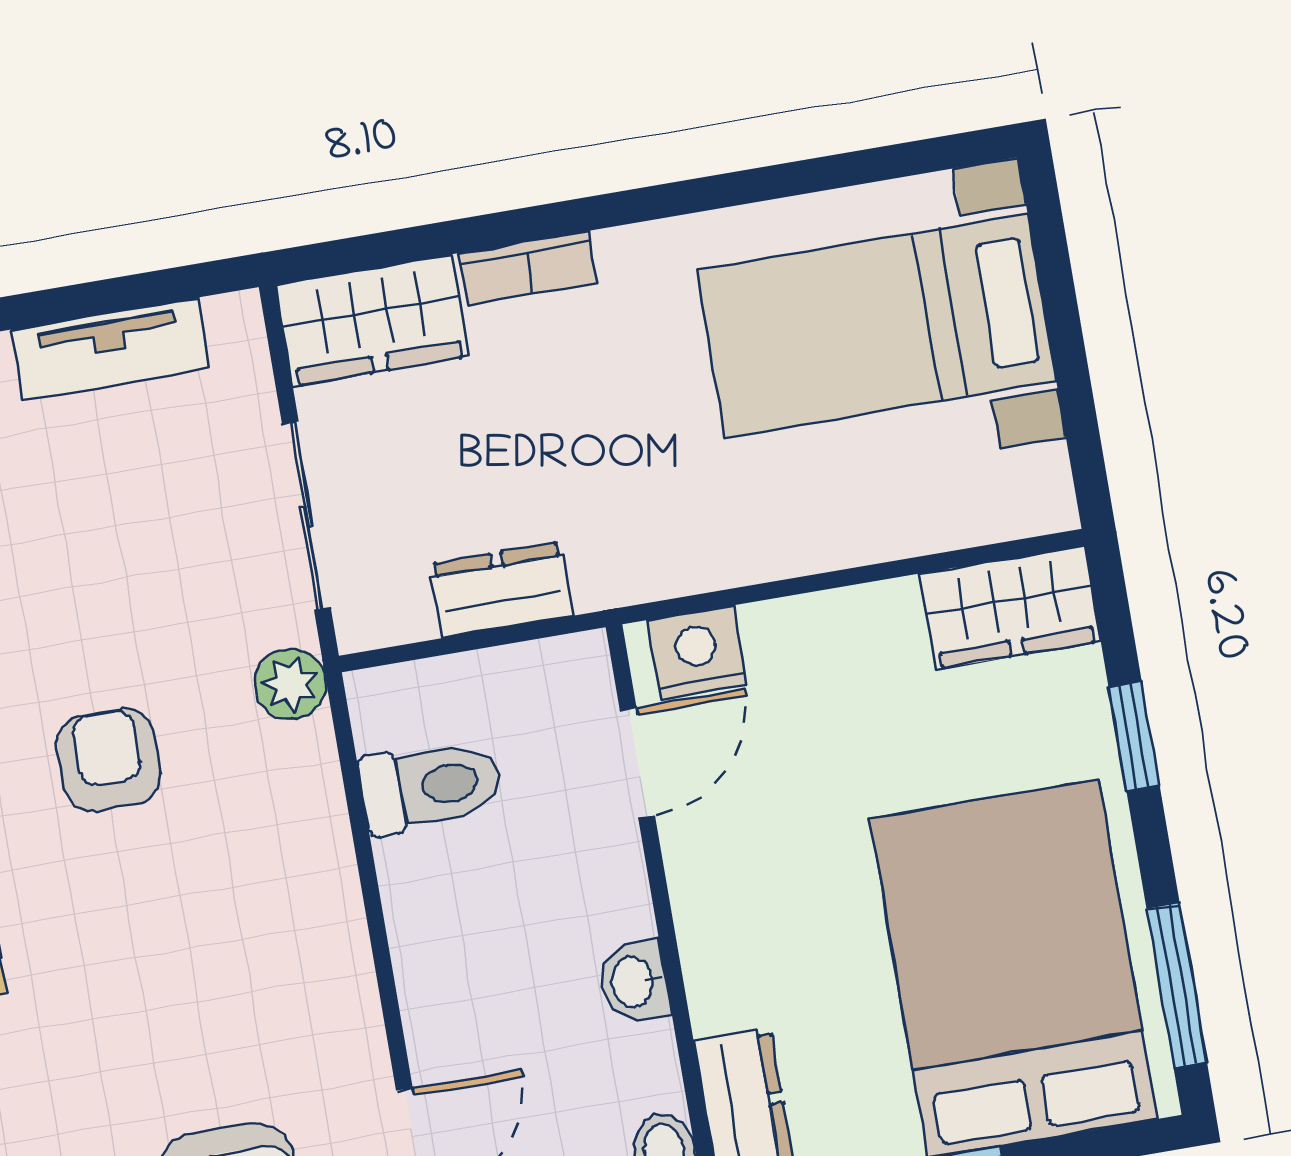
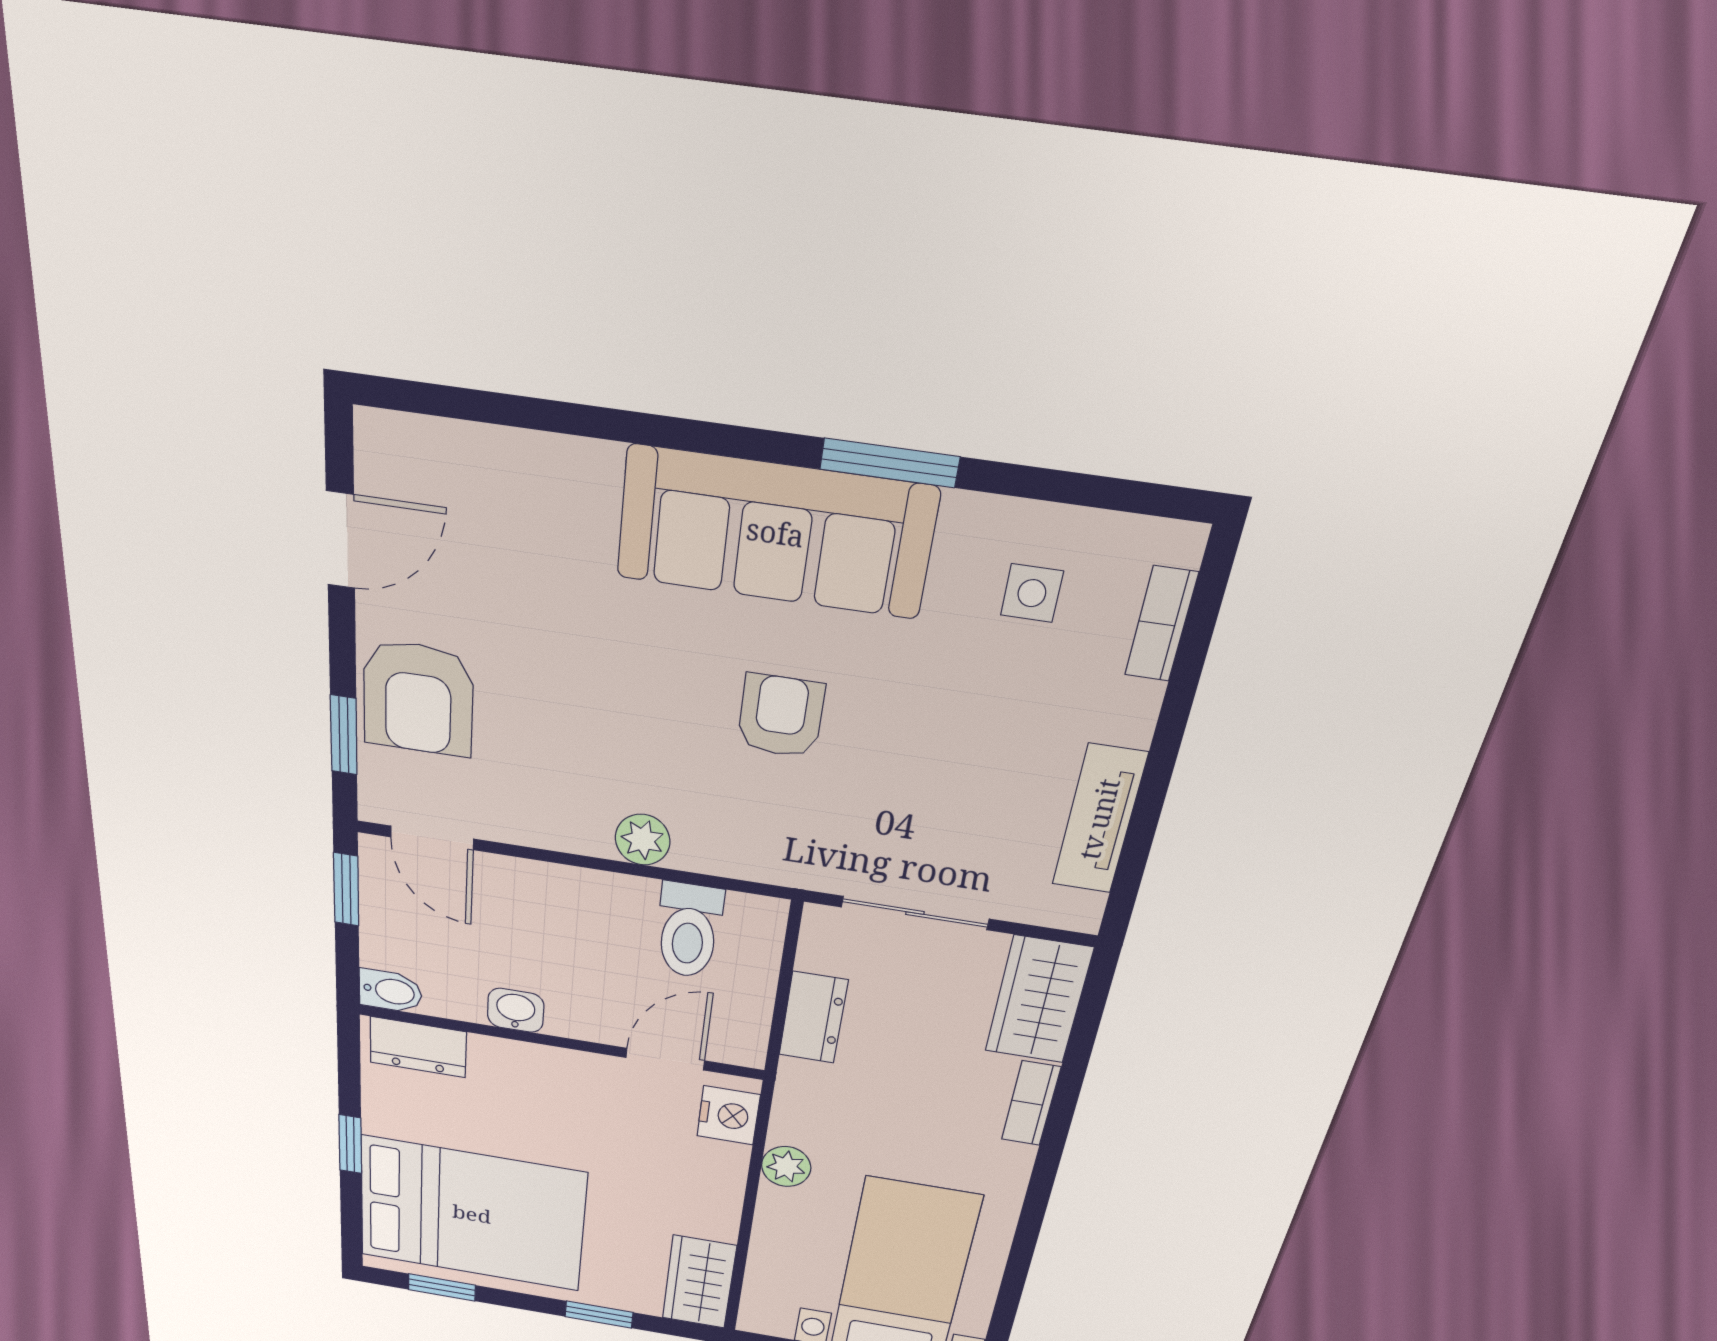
plant: (753, 549) -> (786, 1167), added
plant: (291, 684) -> (643, 840), moved
armchair: (109, 760) -> (781, 716), turned -90
door: (637, 763) -> (665, 1059), swing flipped
window: (1177, 985) -> (442, 1287), width x0.67

